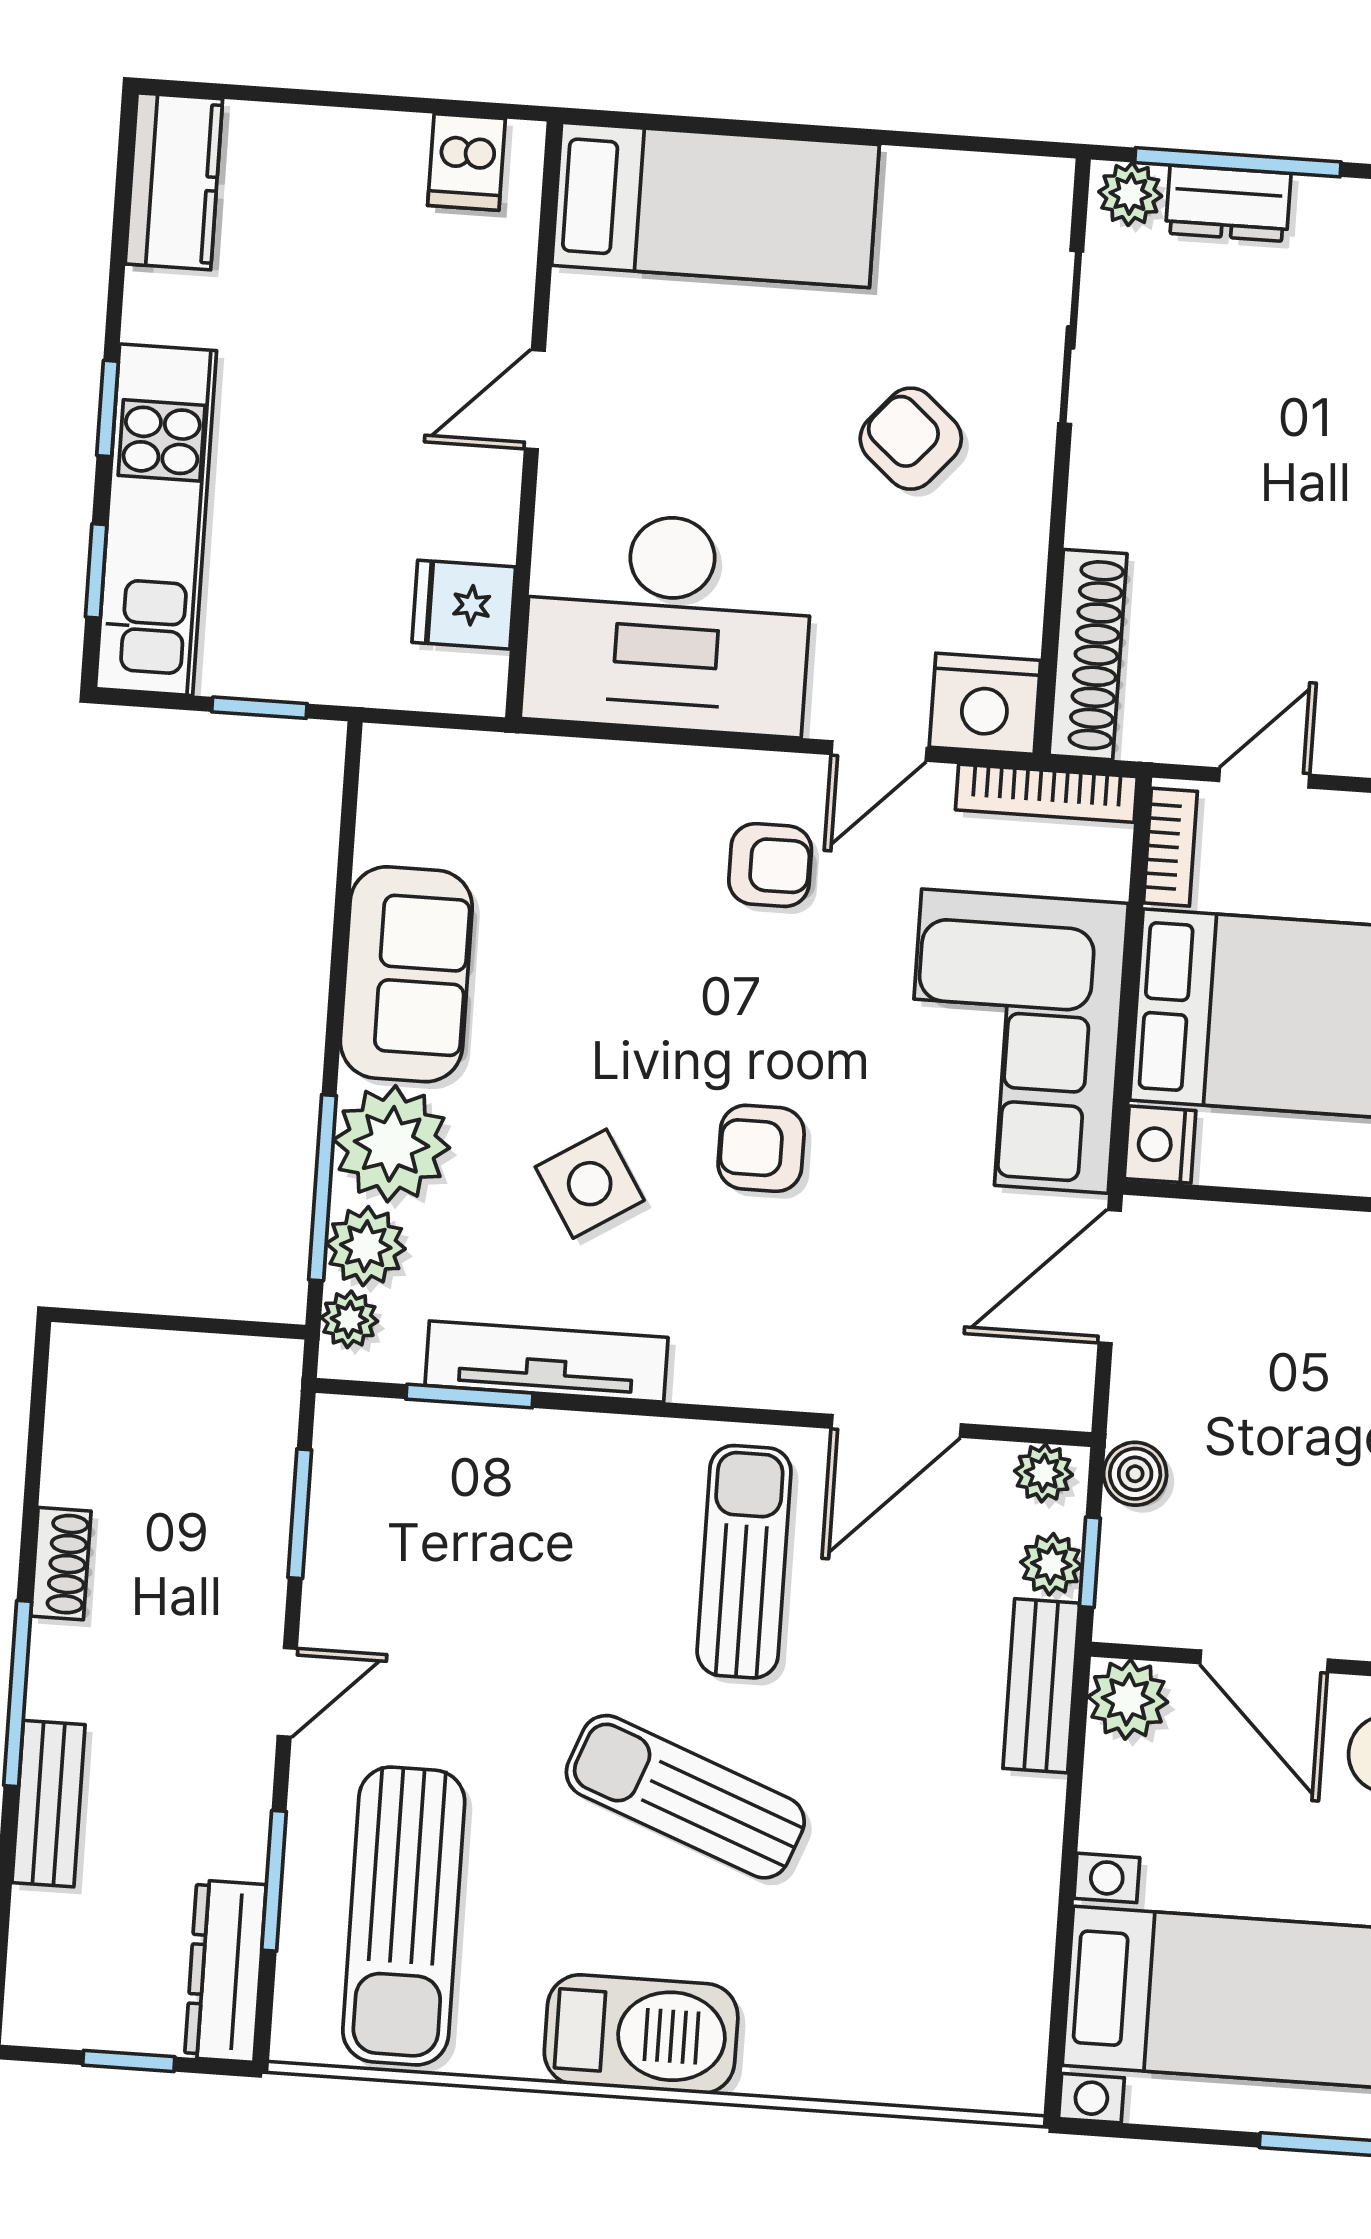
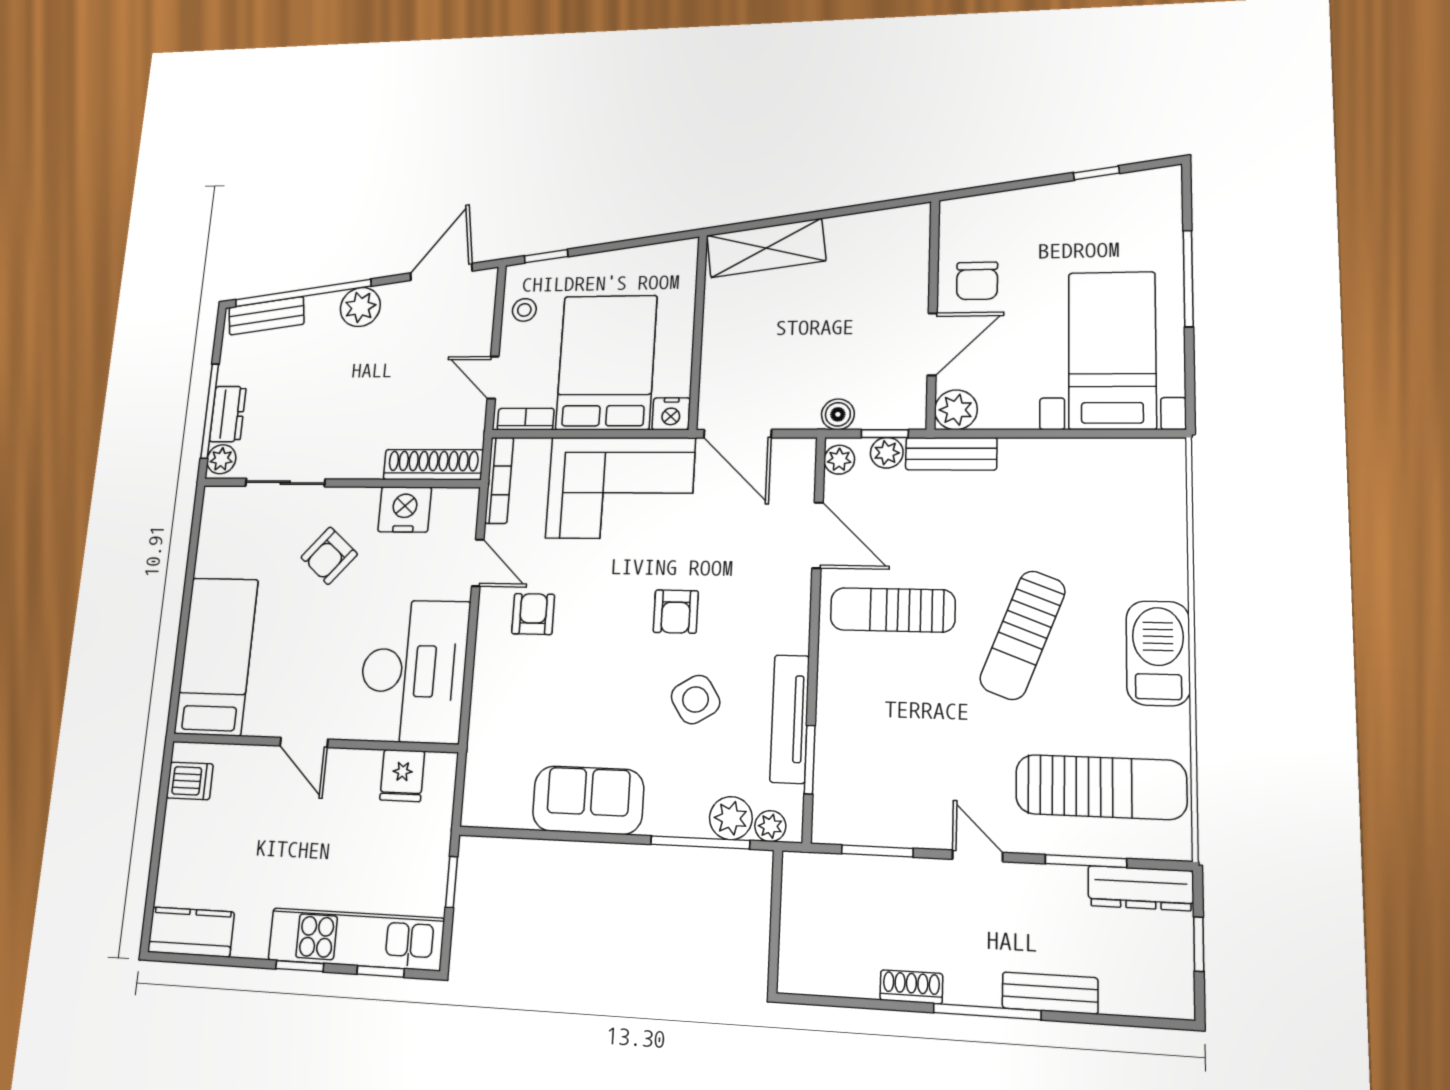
nightstand: (985, 704) -> (405, 509), moved, turned -90
plant: (392, 1144) -> (676, 806), removed

